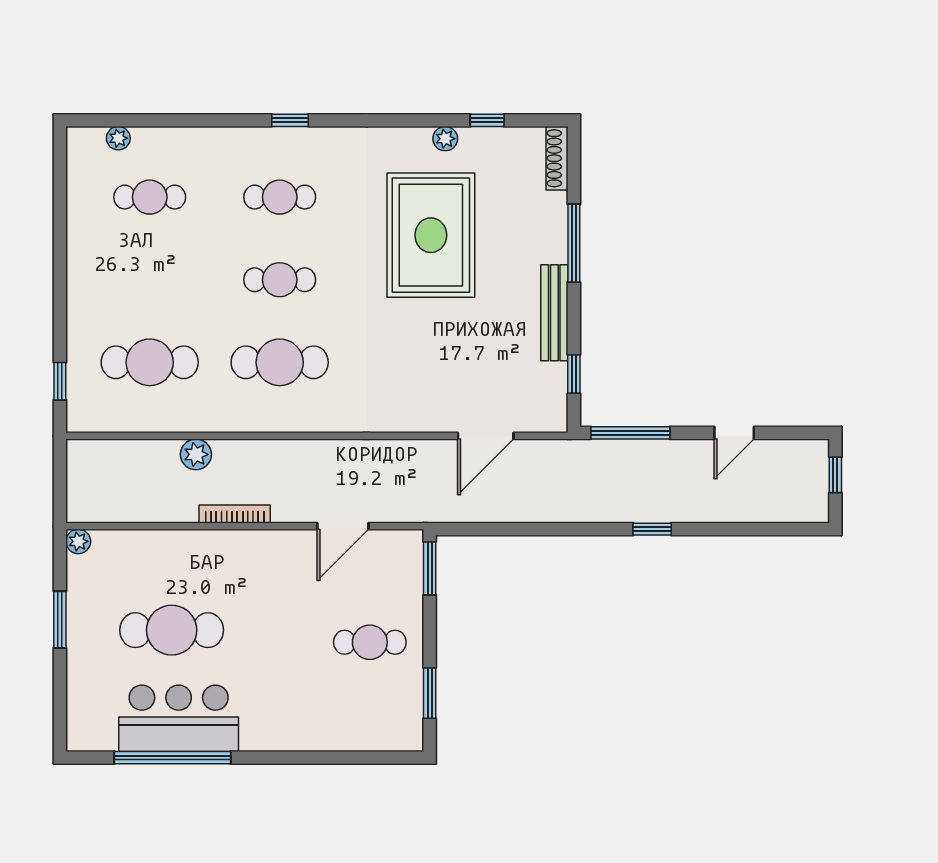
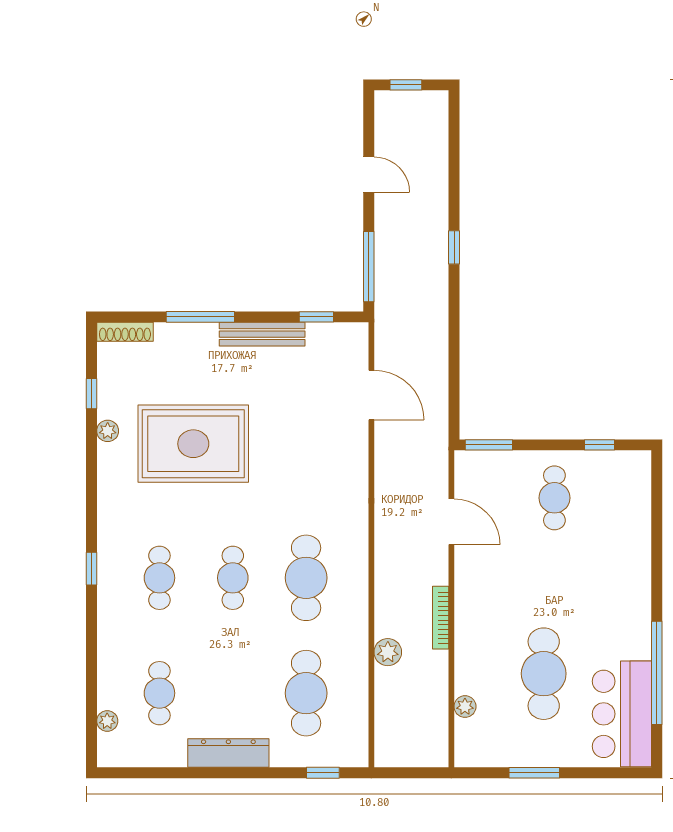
dresser: (82, 275) -> (228, 753), added
plant: (78, 541) -> (465, 707), moved
window: (430, 693) -> (600, 445), width x0.67
bar counter: (179, 718) -> (622, 714), moved

